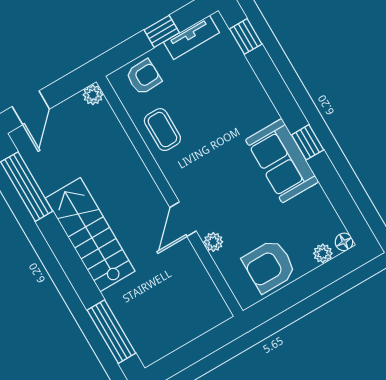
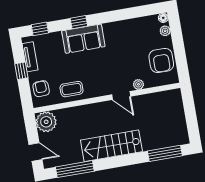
plant: (93, 95) -> (46, 122), width x1.88, depth x1.88
window: (308, 142) -> (79, 22), moved
sofa: (282, 161) -> (83, 39), moved

